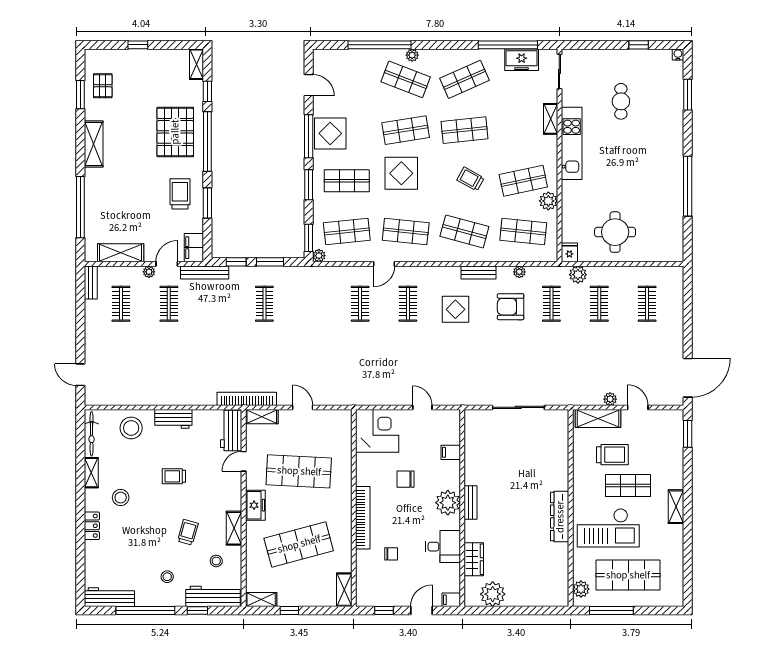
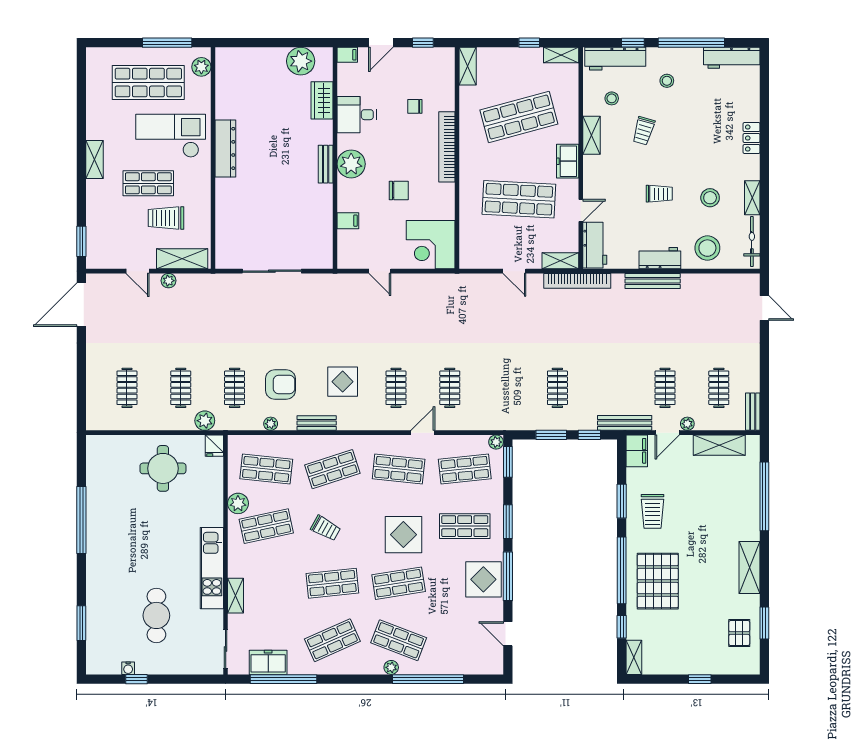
water cooler: (678, 54) -> (128, 668), moved
cafe table: (621, 101) -> (156, 615), width x1.37, depth x1.35
shop shelf: (464, 231) -> (332, 469), turned -33
bench: (180, 399) -> (653, 281), added
stool: (121, 498) -> (710, 198), moved

